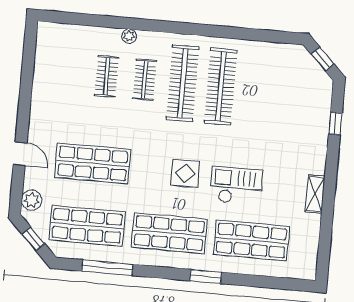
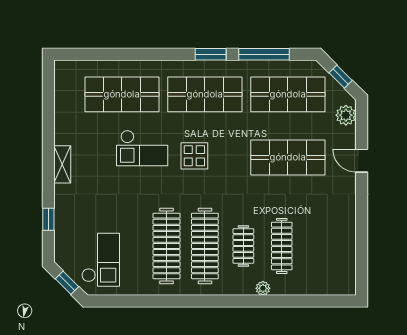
clothes rail: (107, 76) -> (282, 246), width x1.36
checkout: (287, 79) -> (101, 260), added
shelving: (315, 194) -> (62, 164), moved
window: (206, 277) -> (211, 54), moved

